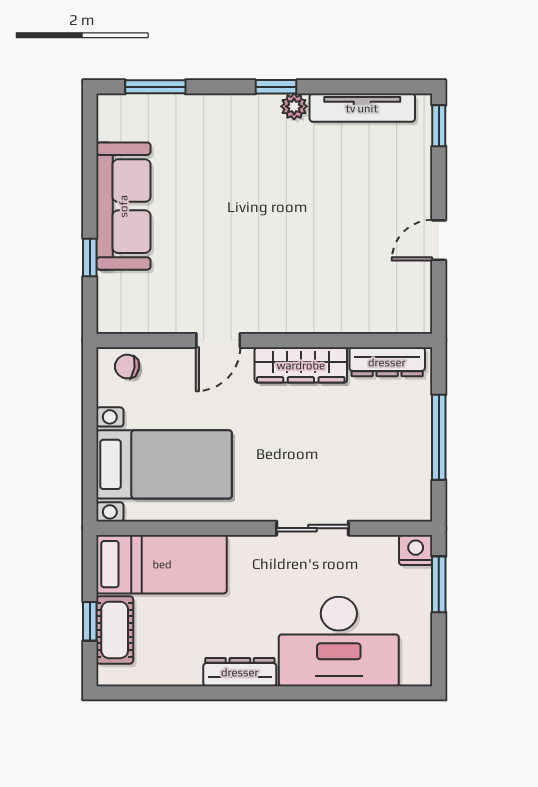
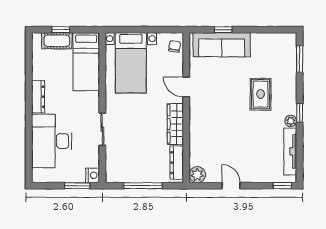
rug: (234, 174) -> (261, 94), added
sofa: (123, 206) -> (222, 45), moved
plant: (414, 316) -> (197, 175), added

